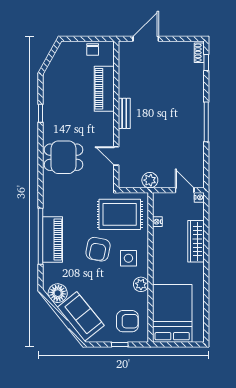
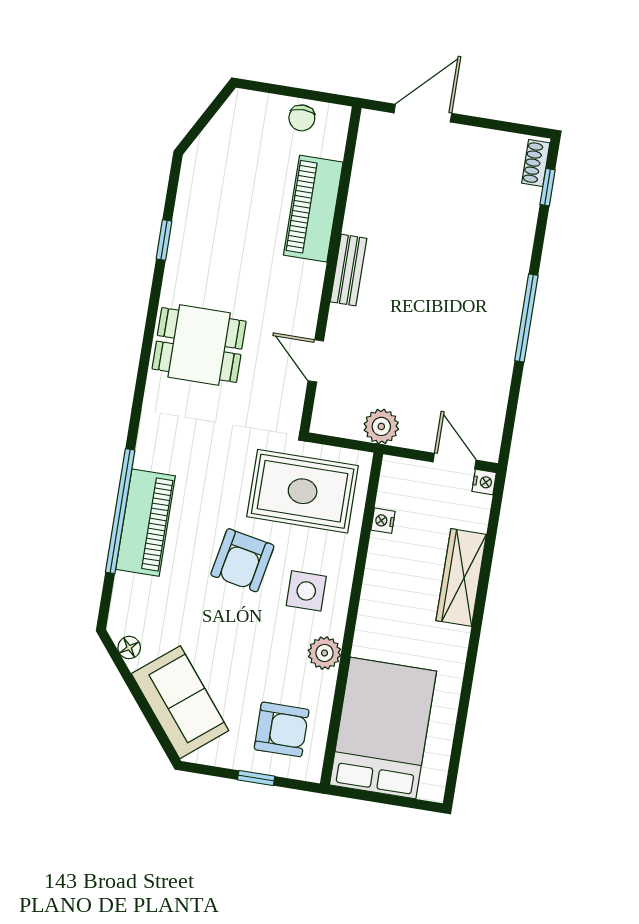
floor lamp: (58, 293) -> (129, 648), width x0.53, depth x0.53

